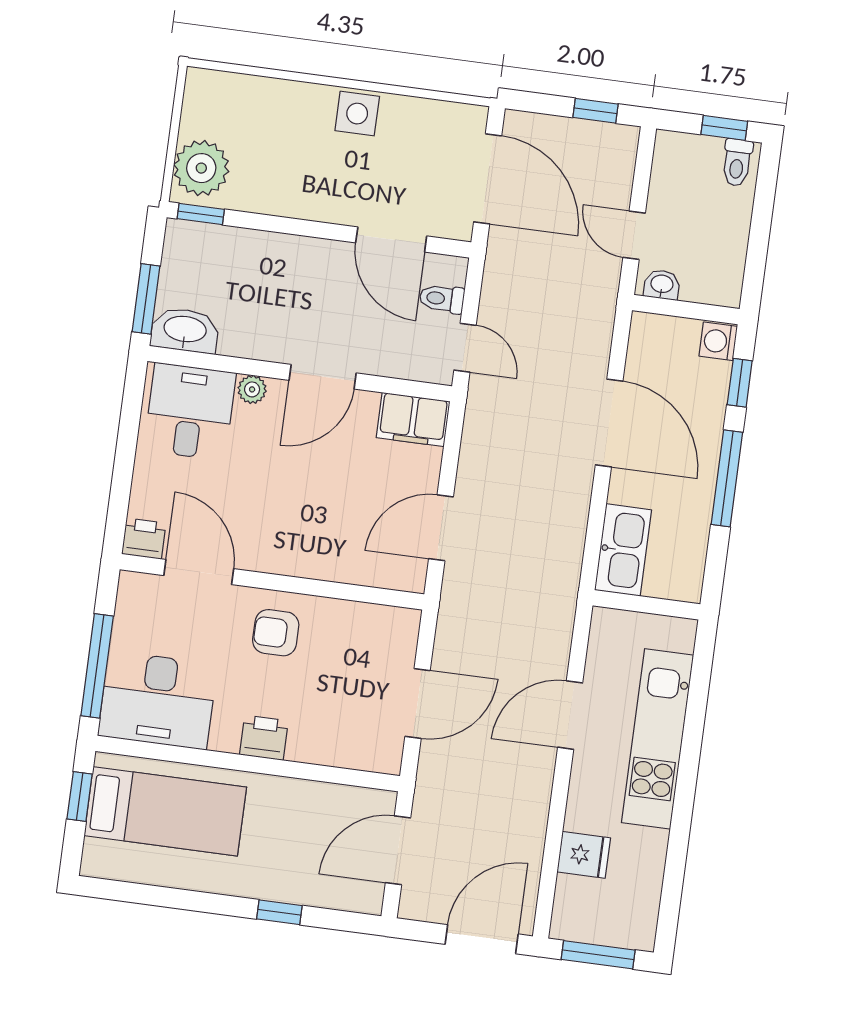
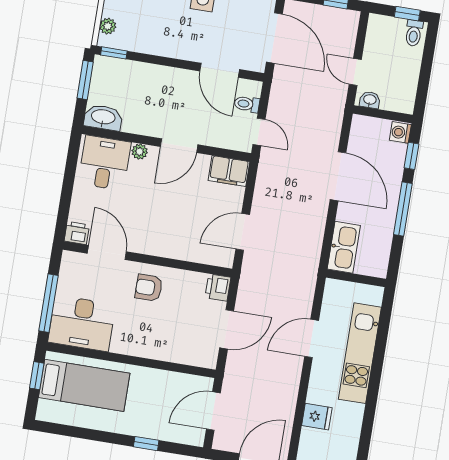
plant: (201, 168) -> (108, 26), width x0.53, depth x0.53
window: (146, 299) -> (85, 80), moved
printer: (264, 738) -> (218, 288), moved, turned -90

